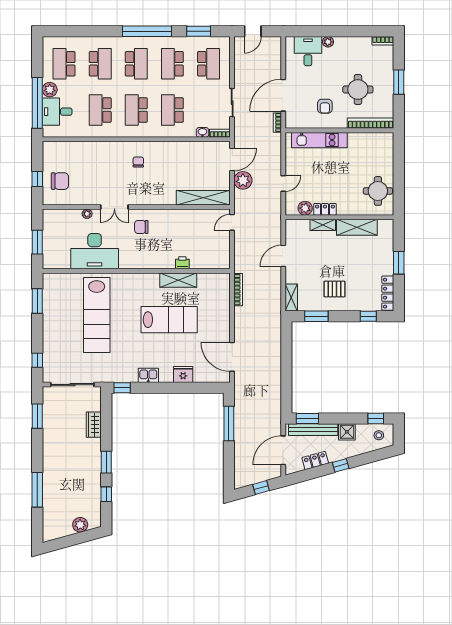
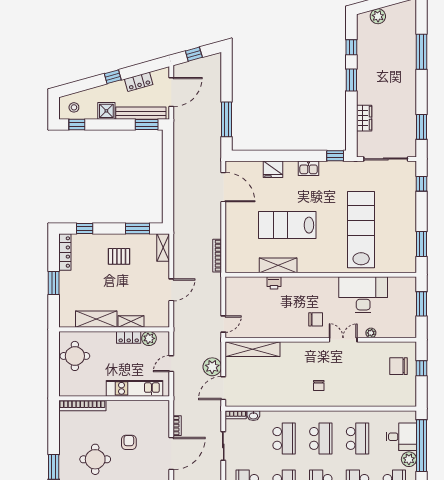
bookcase: (371, 123) -> (82, 406), moved
wall: (339, 130) -> (114, 398), moved
kitchen unit: (319, 140) -> (134, 388), moved

